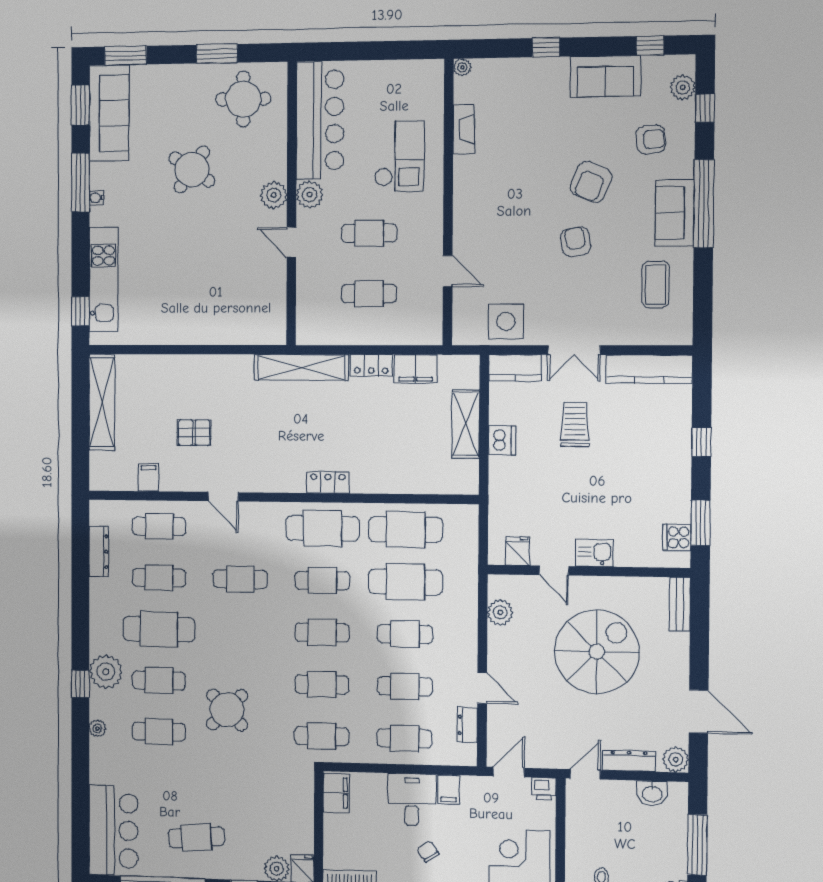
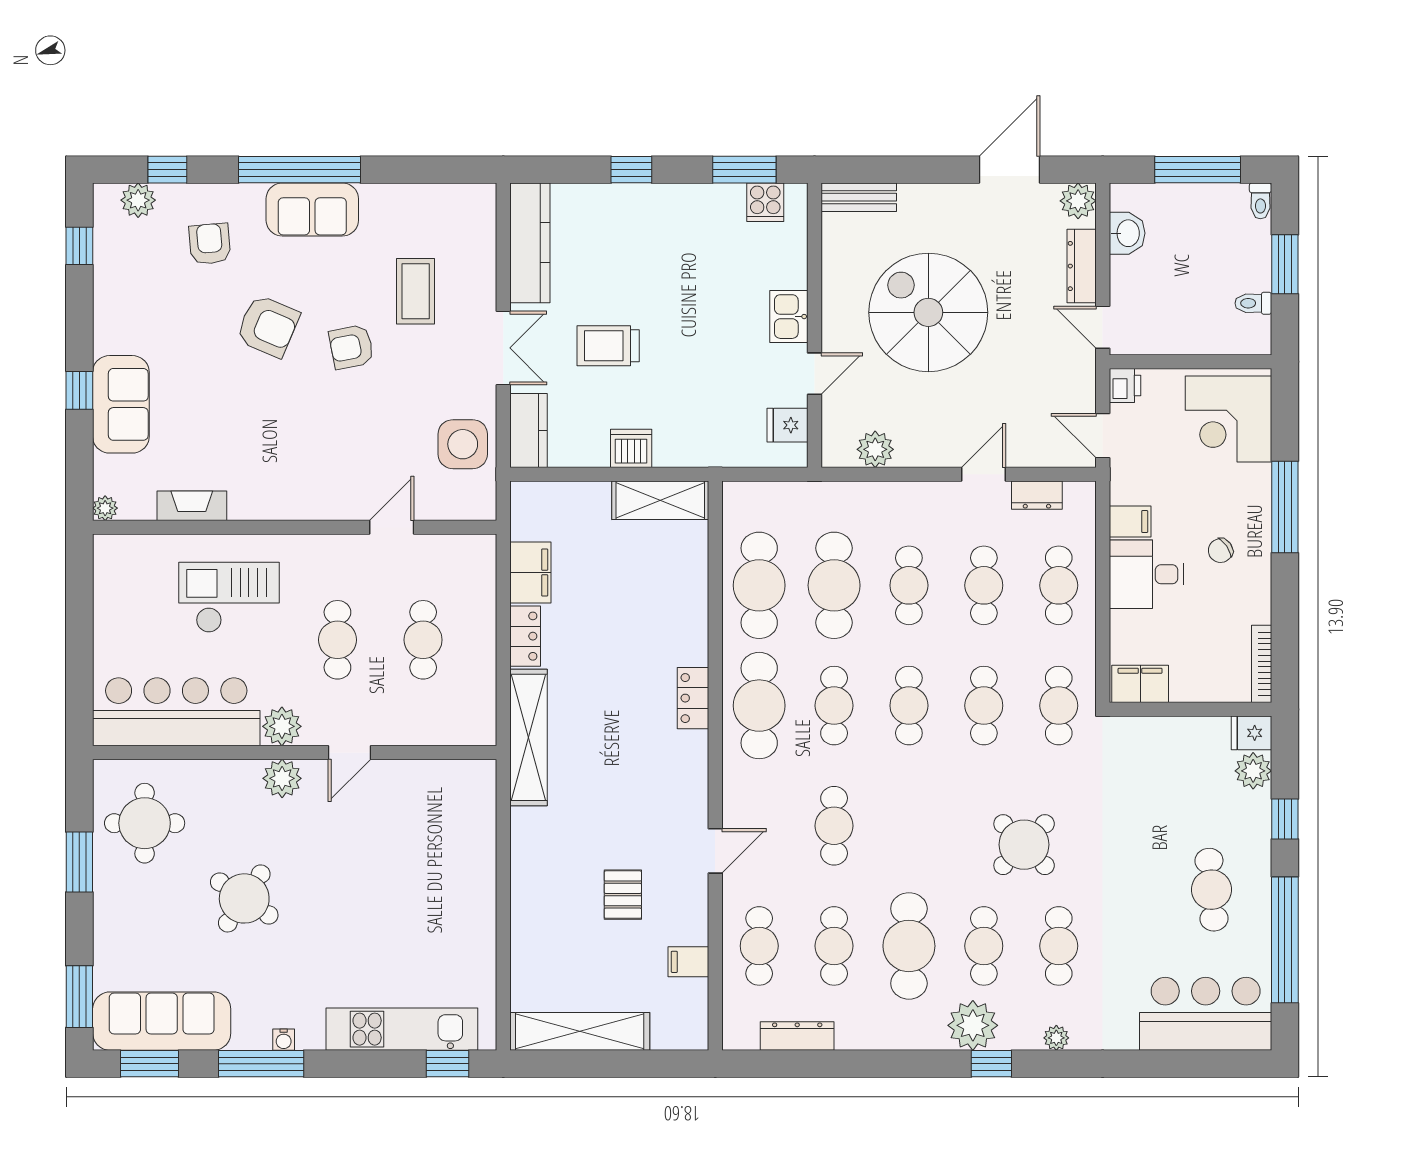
sofa: (605, 76) -> (121, 404), moved
coffee table: (655, 284) -> (416, 291), moved, turned 90
shelving: (466, 424) -> (660, 500), moved

